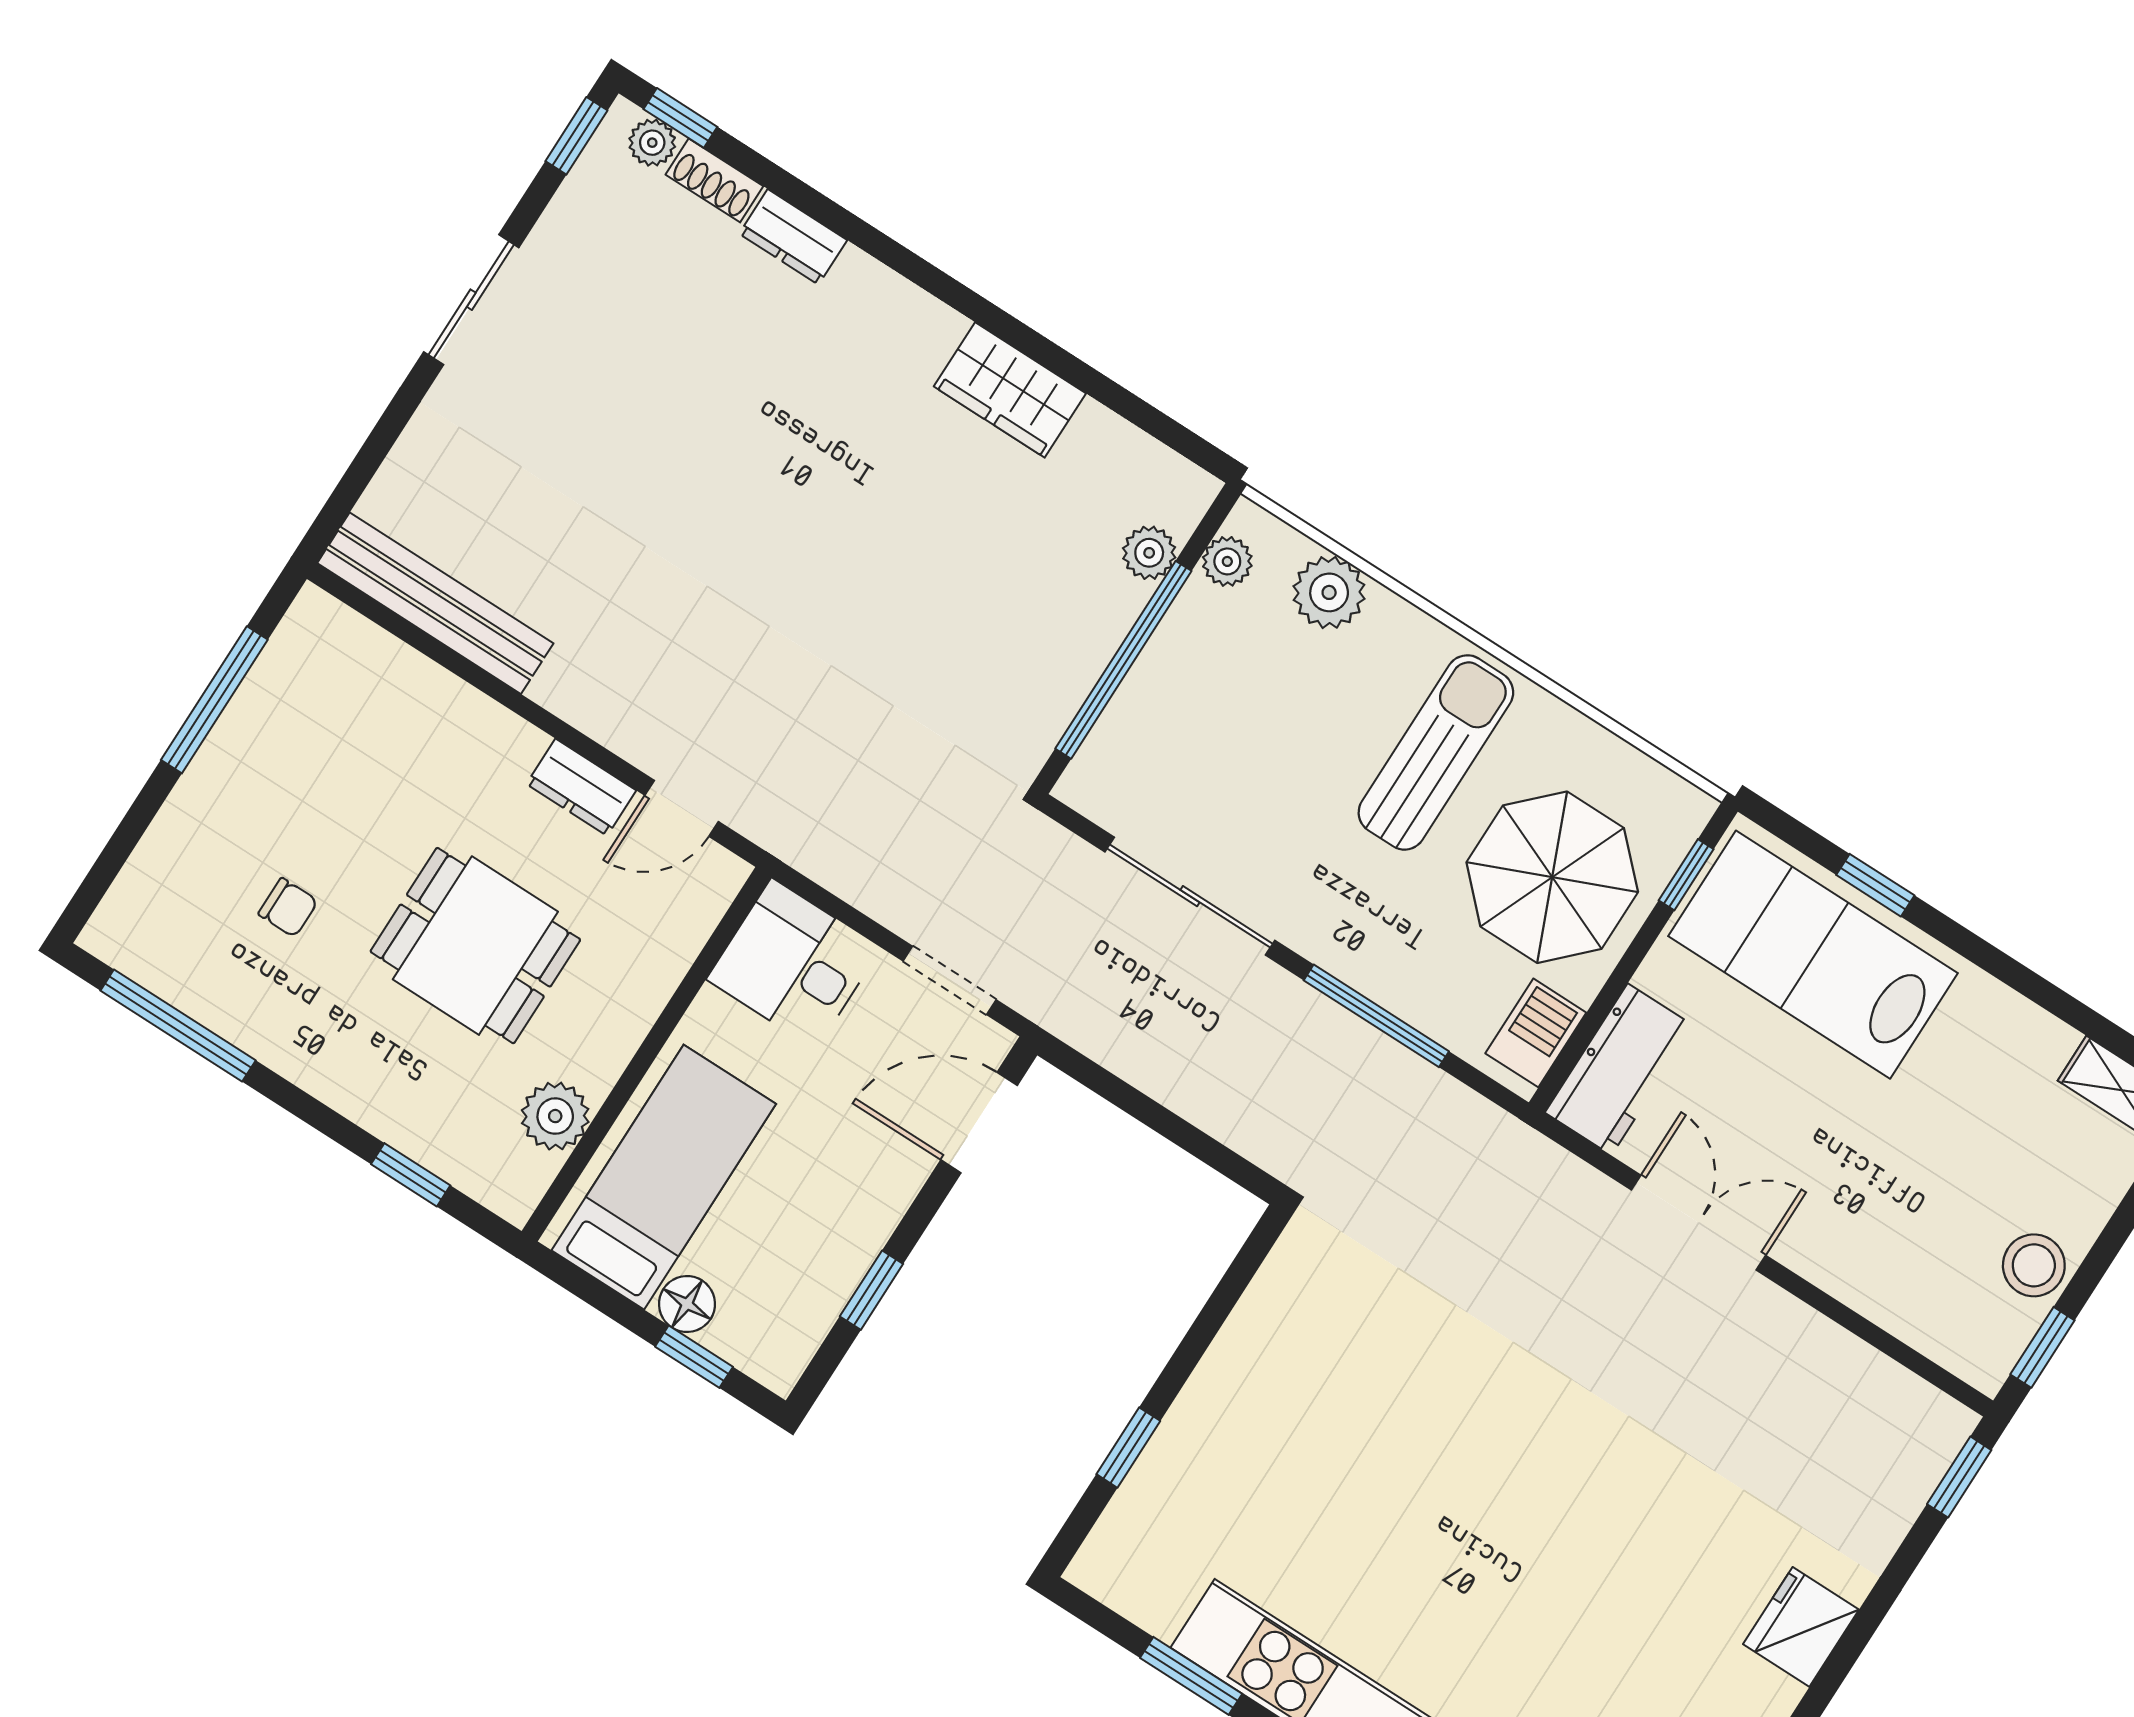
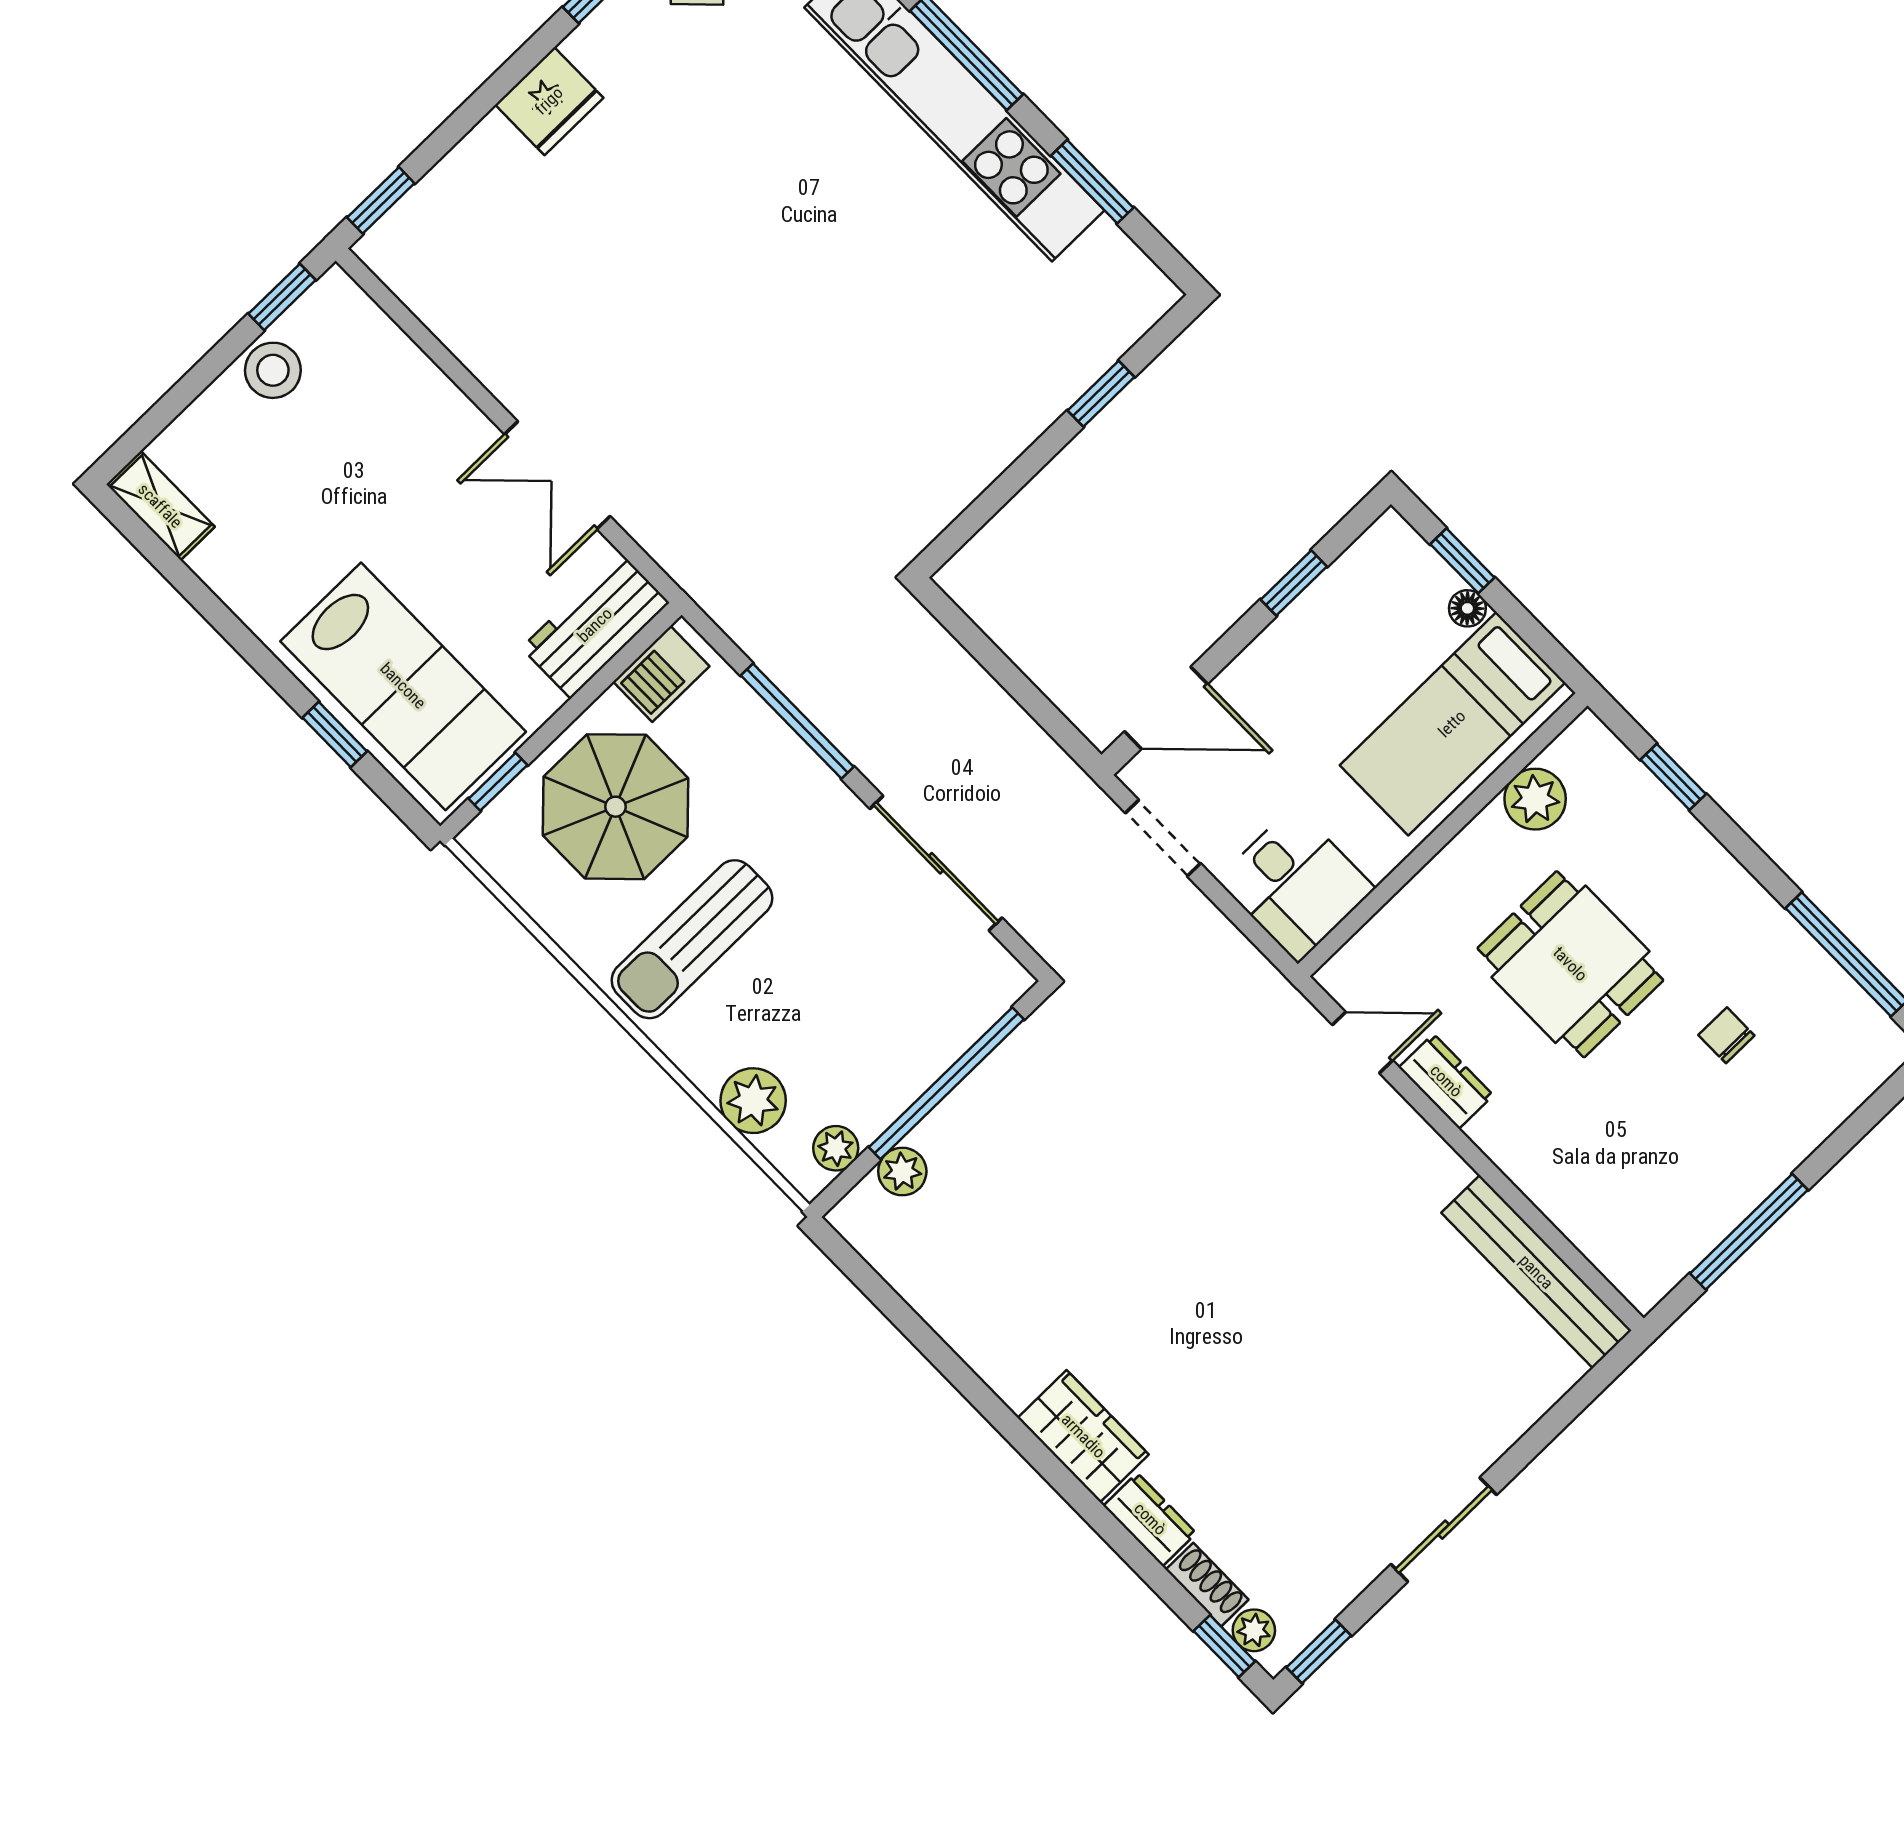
wardrobe: (1010, 390) -> (1083, 1436), moved
floor lamp: (687, 1304) -> (1467, 608), width x0.73, depth x0.73

